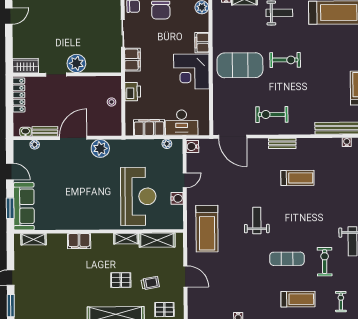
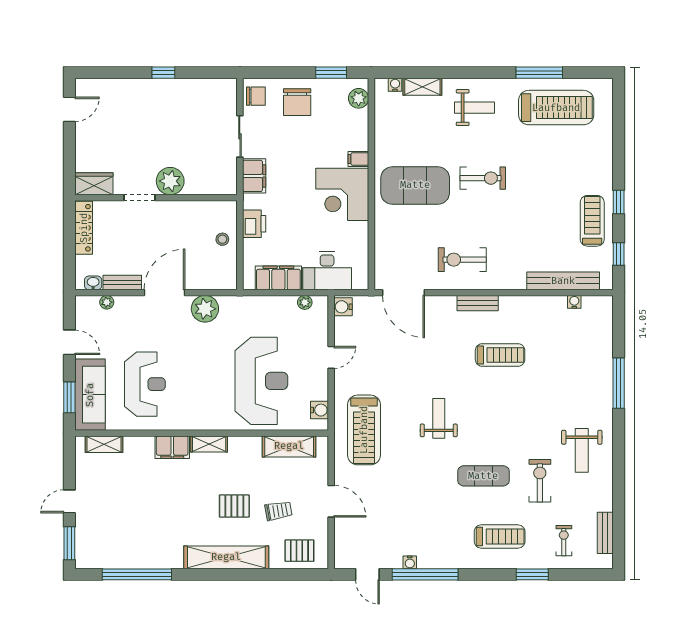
filing cabinet: (202, 43) -> (358, 159), width x0.50
water cooler: (177, 198) -> (320, 410), moved
reception desk: (60, 199) -> (145, 384), added
shelving: (126, 239) -> (209, 444), moved

